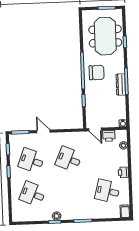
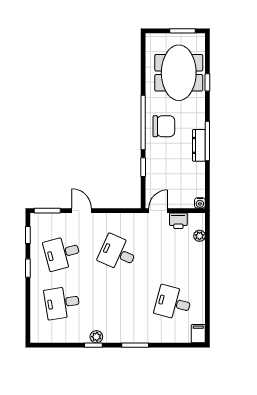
door: (95, 129) -> (158, 211), swing flipped
desk: (31, 161) -> (62, 253), turned -36
printer: (123, 172) -> (198, 276), removed
desk: (33, 194) -> (62, 303), turned -33

